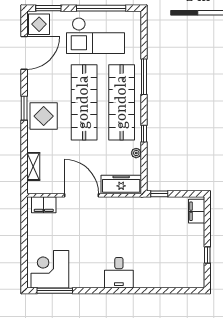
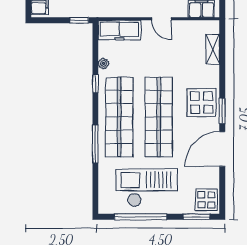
door: (24, 53) -> (222, 149), moved
door: (81, 195) -> (161, 19), width x0.53

